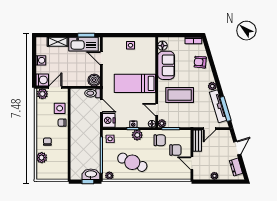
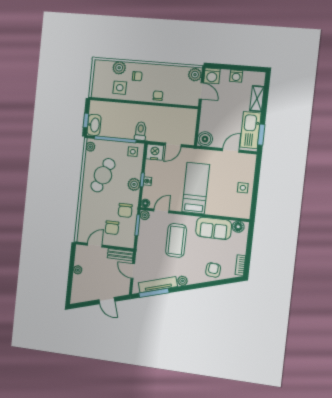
toilet: (92, 93) -> (141, 131), moved
side table: (60, 108) -> (120, 88), moved
dresser: (236, 167) -> (85, 296), removed

